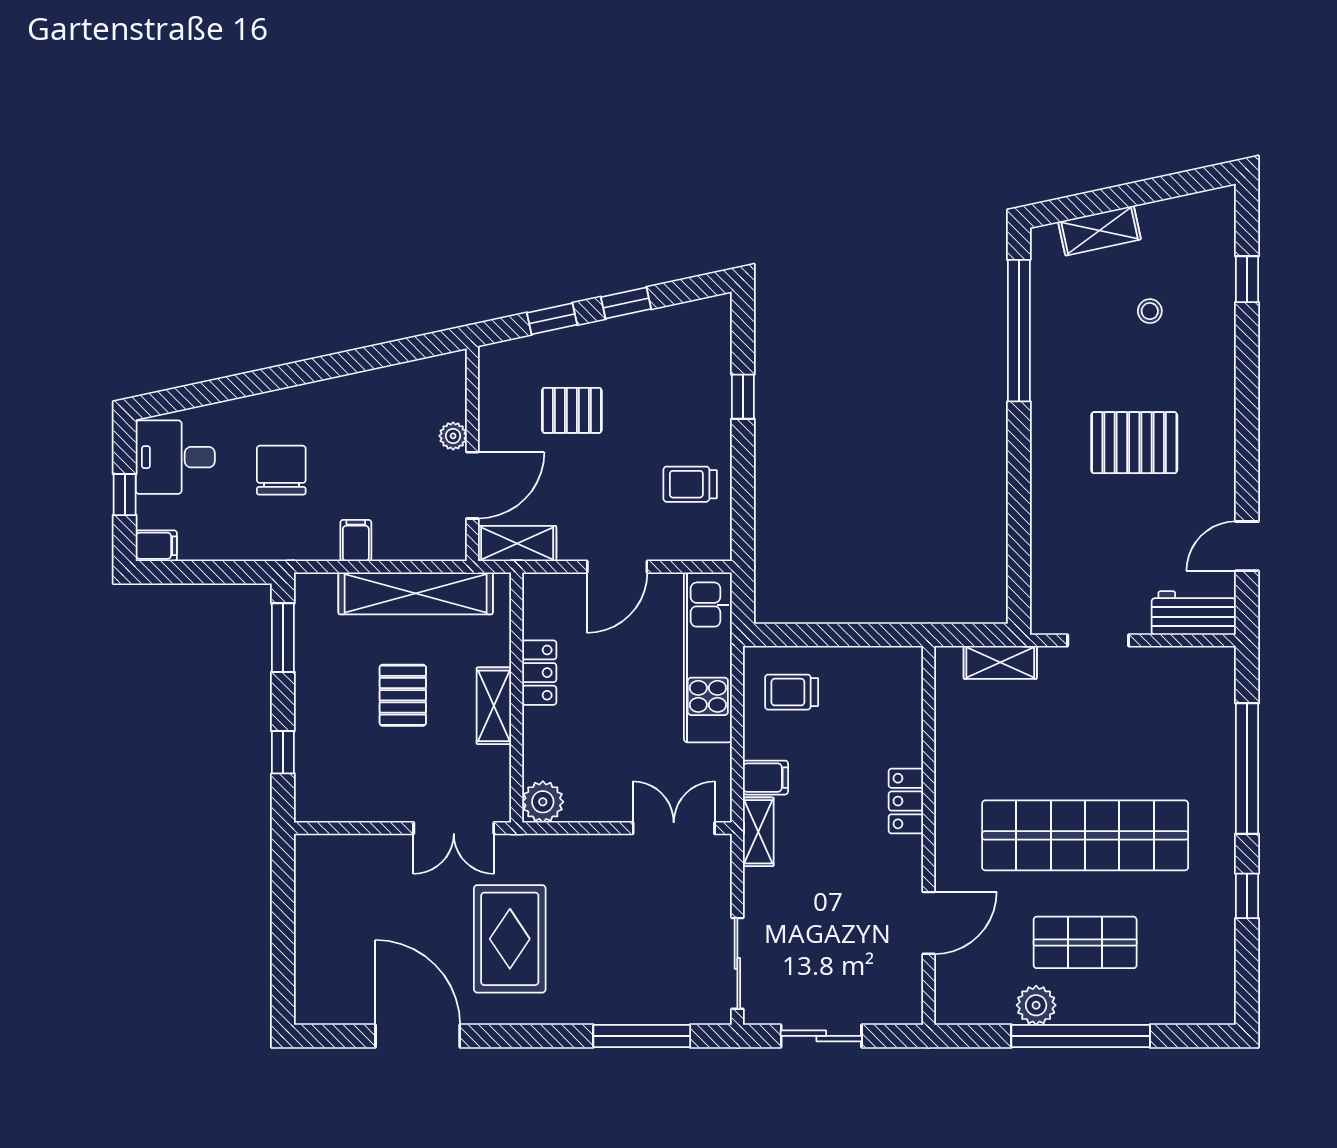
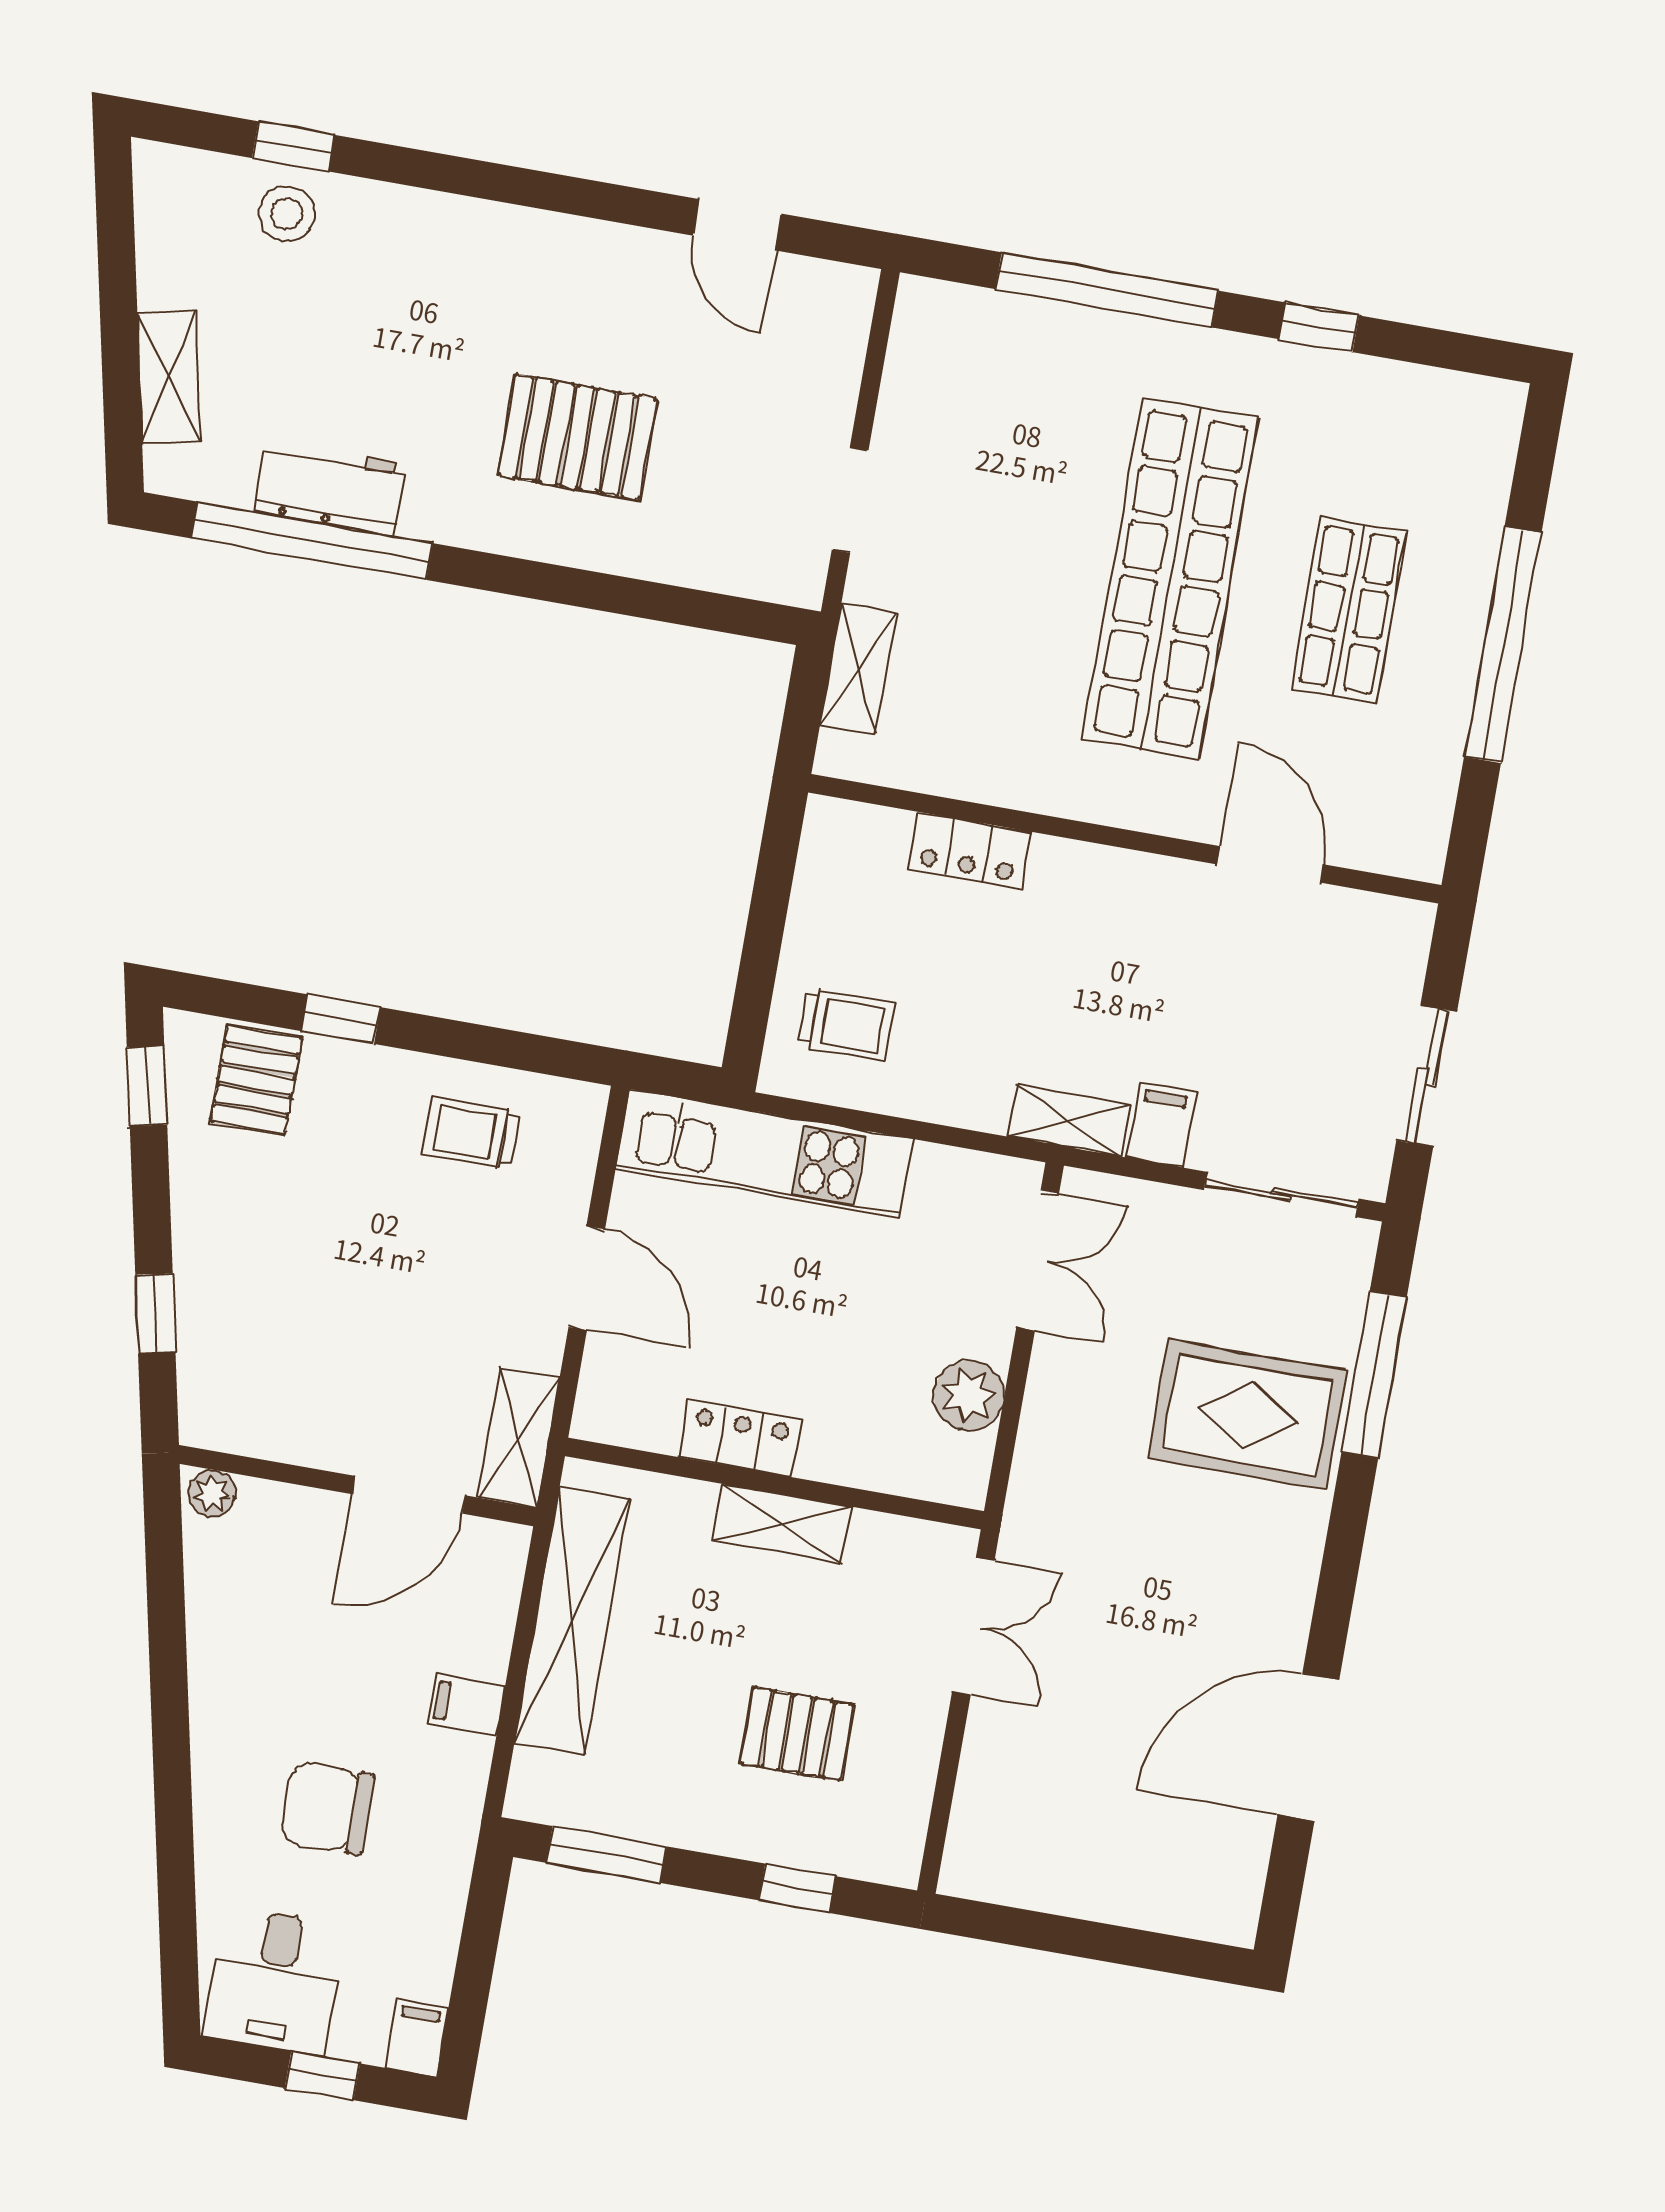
window: (626, 303) -> (147, 1086), moved
stool: (1150, 311) -> (287, 214), moved, width x1.37, depth x1.37
pallet: (572, 410) -> (256, 1080), moved
plant: (453, 436) -> (212, 1493), moved
pallet: (1134, 443) -> (577, 437), moved, turned 90
trolley: (690, 484) -> (471, 1132), turned 90
door: (472, 485) -> (409, 1495), swing flipped
workbench: (1194, 613) -> (330, 488), moved, turned 90
trolley: (792, 692) -> (846, 1025), turned -90
pallet: (403, 695) -> (797, 1734), moved
filing cabinet: (765, 778) -> (1161, 1125), moved
locker: (906, 801) -> (969, 850), moved
plant: (543, 802) -> (969, 1396), moved
double door: (674, 828) -> (1038, 1260), swing flipped
rug: (510, 939) -> (1247, 1415), moved
plant: (1036, 1005) -> (1439, 710), removed

